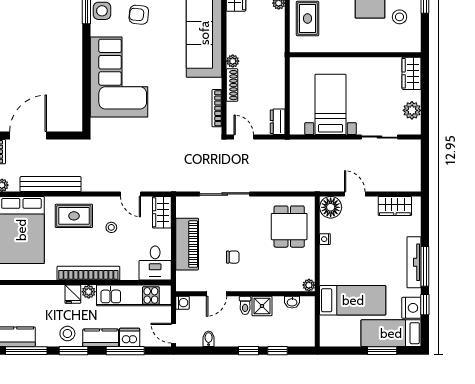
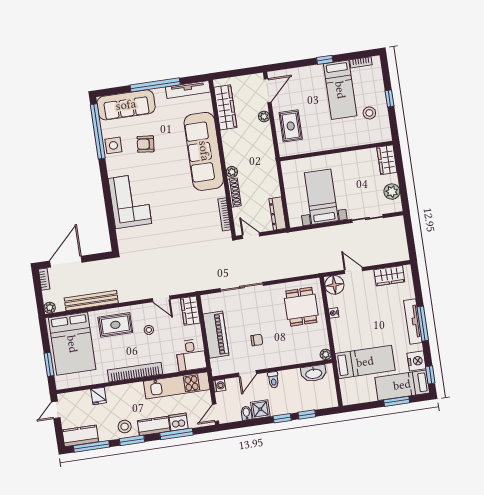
corner sofa: (119, 77) -> (130, 201), width x0.73, depth x0.74
dresser: (278, 122) -> (277, 213), width x1.44
plant: (89, 292) -> (137, 388), removed
fridge: (73, 294) -> (99, 396), moved
washbasin: (292, 302) -> (314, 373), width x1.91, depth x1.45
window: (425, 305) -> (430, 375), moved
shower: (262, 306) -> (260, 409), moved
door: (173, 333) -> (216, 413), hinge flipped

